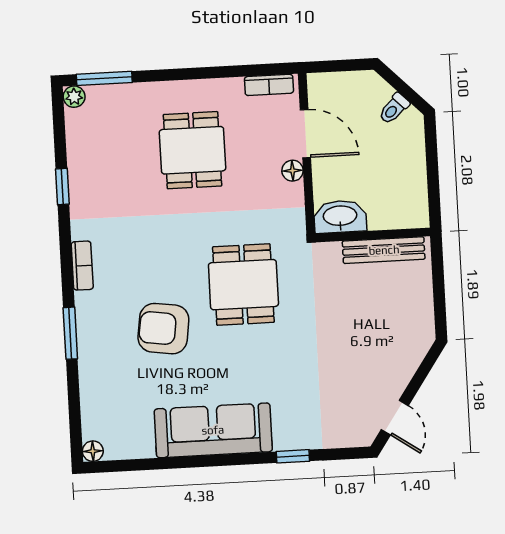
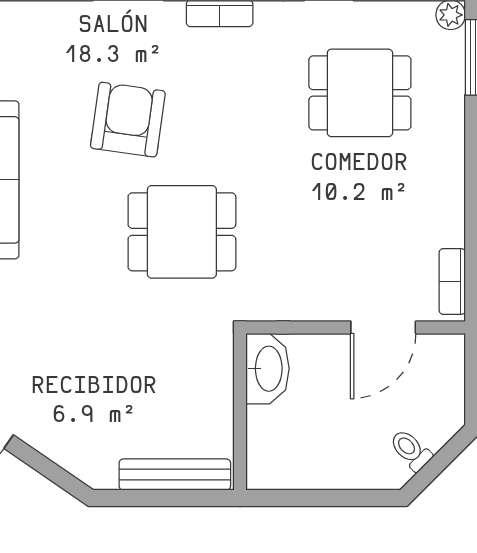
dining table: (193, 150) -> (360, 93), moved
floor lamp: (292, 171) -> (334, 307), removed
bench: (384, 250) -> (175, 475), moved, turned 90

